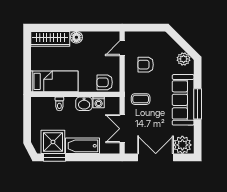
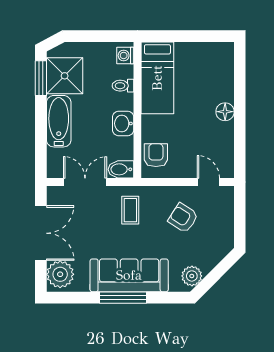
wardrobe: (50, 39) -> (223, 71), removed
armchair: (146, 65) -> (183, 218), turned -57
washing machine: (99, 102) -> (125, 55), moved
bidet: (114, 105) -> (121, 169), added

